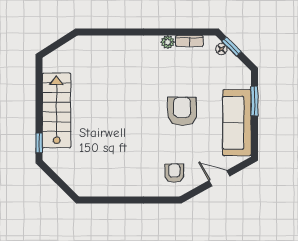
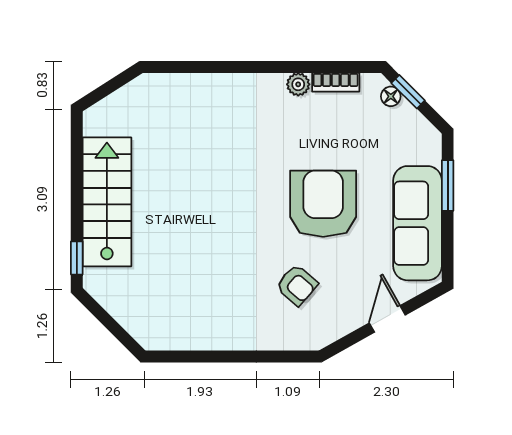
armchair: (182, 111) -> (323, 204), width x1.36, depth x1.36
armchair: (174, 173) -> (297, 285), moved, turned 131
door: (219, 178) -> (387, 319), hinge flipped

